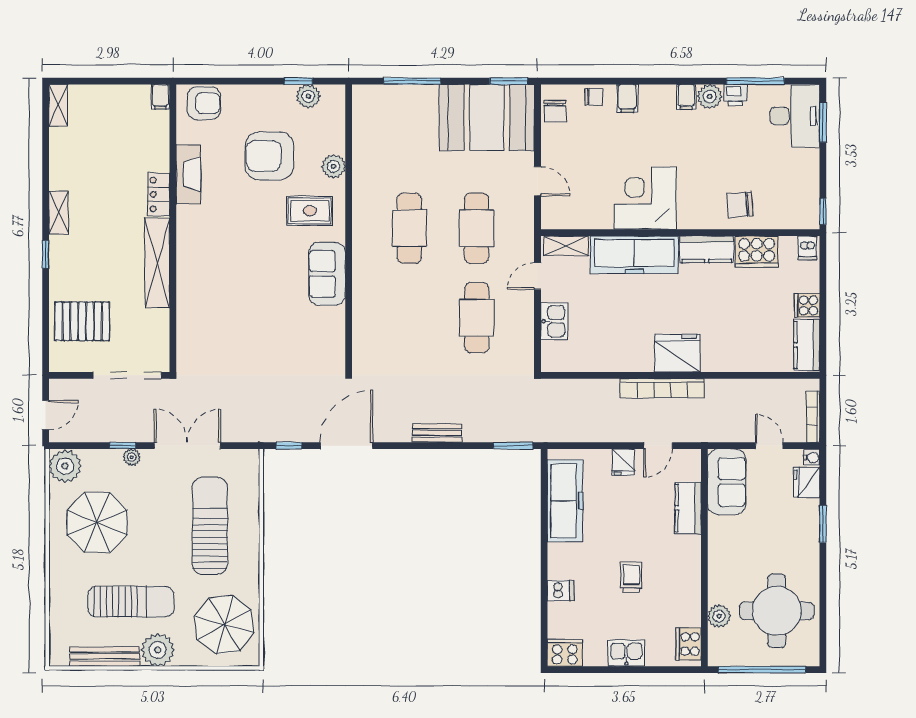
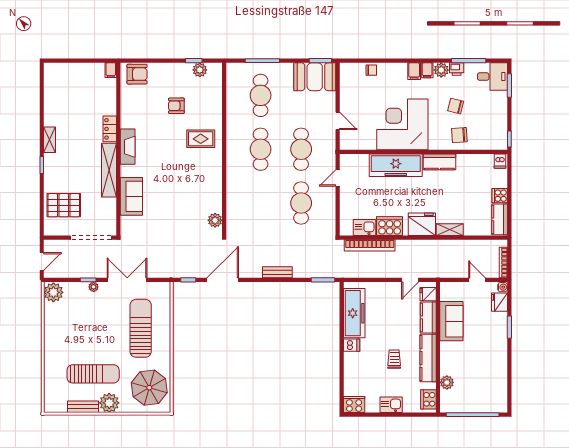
filing cabinet: (627, 98) -> (414, 71), moved
shelving: (58, 105) -> (49, 75), removed
chair: (555, 111) -> (456, 106), moved, turned 104
desk: (795, 116) -> (492, 77), width x0.73
booth: (487, 118) -> (315, 77), width x0.73, depth x0.70
cafe table: (409, 139) -> (261, 95), added
armchair: (269, 156) -> (176, 106), width x0.53, depth x0.53
plant: (334, 166) -> (215, 220), moved
fireplace: (188, 174) -> (128, 147), moved
corner desk: (645, 198) -> (402, 124), width x1.36, depth x1.36
shelving: (566, 246) -> (450, 230), moved
cooker: (757, 252) -> (390, 226), moved, turned 180
sofa: (327, 274) -> (131, 196), moved, turned 180
kitchen sink: (554, 321) -> (364, 228), moved, turned -90
bookcase: (662, 388) -> (370, 245), moved
fridge: (623, 462) -> (428, 294), moved, turned 90
sofa: (727, 482) -> (451, 321), moved
parasol: (97, 522) -> (73, 326), removed
kitchen counter: (688, 575) -> (428, 358), added
dishwasher: (561, 591) -> (352, 345), moved
round table: (777, 611) -> (481, 379), removed
bench: (105, 657) -> (83, 407), width x0.73

